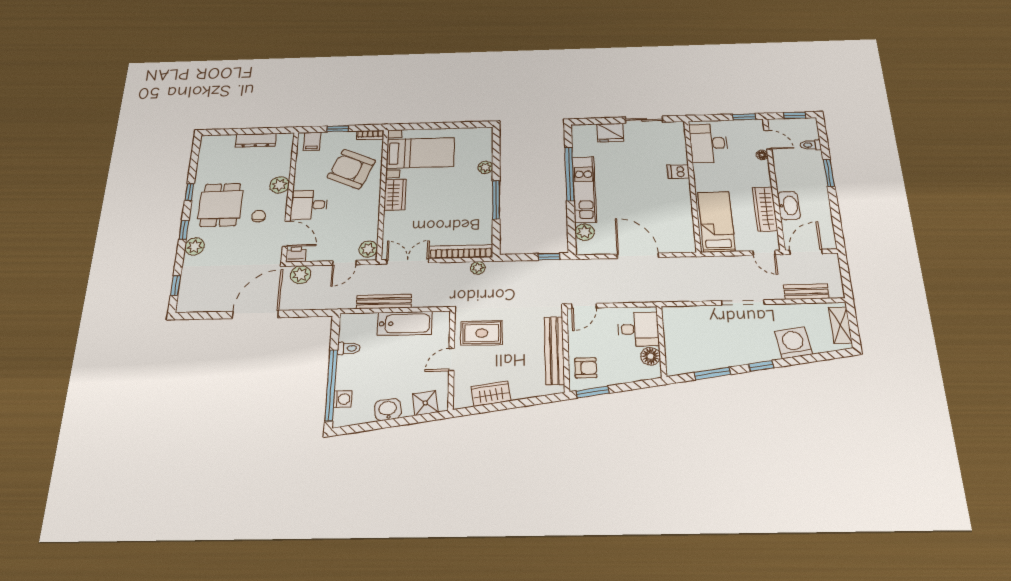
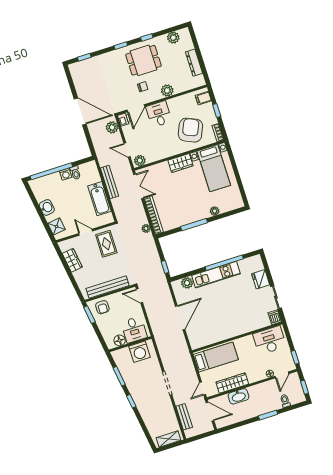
dishwasher: (678, 172) -> (275, 317), moved
plant: (195, 246) -> (173, 38), moved
washing machine: (793, 343) -> (139, 352), moved, turned 98
washing machine: (343, 399) -> (66, 174), moved

